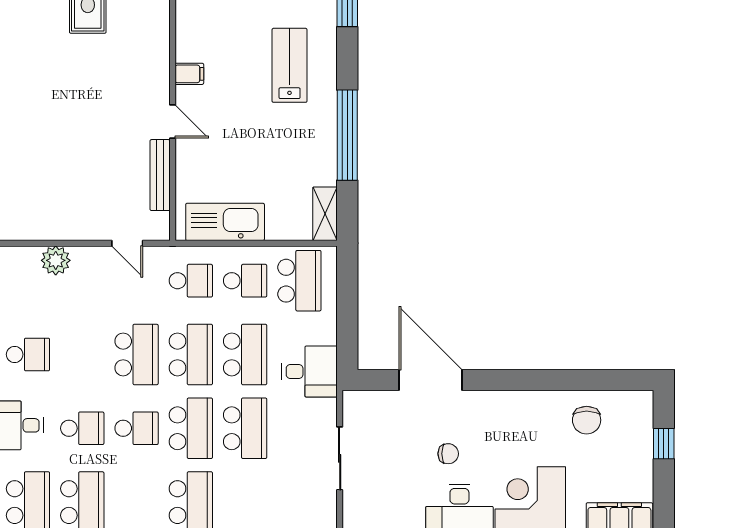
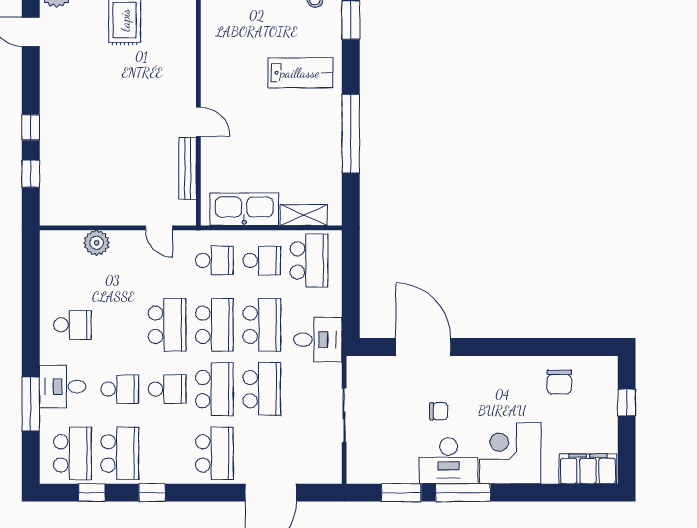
lab bench: (290, 65) -> (300, 73), turned 90
filing cabinet: (189, 74) -> (213, 80), removed
shelving: (325, 214) -> (304, 215), moved, turned 90

